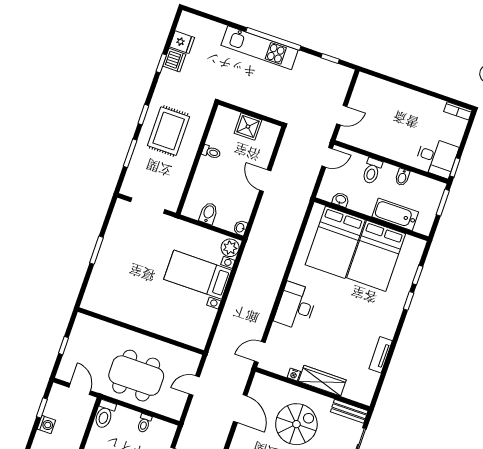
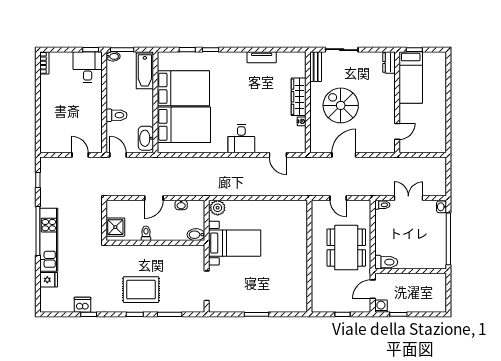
fridge: (182, 42) -> (49, 280), moved, turned 90
toilet: (211, 152) -> (146, 233), moved
wall: (197, 159) -> (155, 243), moved
bidet: (402, 177) -> (113, 56), moved
washbasin: (341, 200) -> (146, 138), width x1.91, depth x1.45
bathtub: (395, 214) -> (145, 71), moved
washbasin: (240, 228) -> (181, 205), moved
bed with nightstands: (198, 275) -> (235, 243), moved, turned -90
desk: (296, 306) -> (241, 139), width x0.73
door: (260, 352) -> (278, 155), moved
toilet: (144, 423) -> (382, 205), moved
washing machine: (46, 425) -> (381, 306), moved

